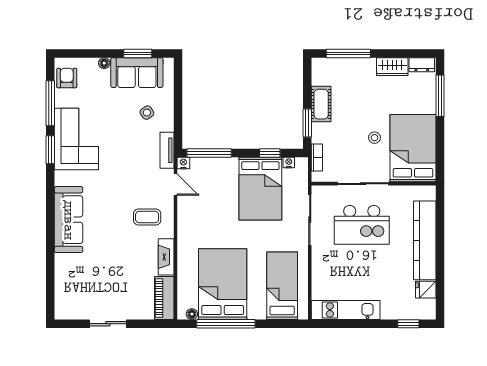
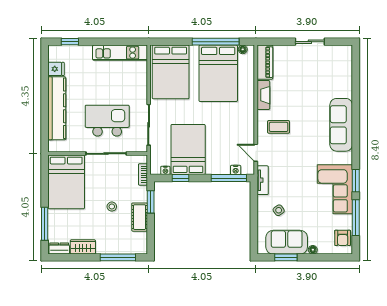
stool: (374, 138) -> (112, 207), moved
nightstand: (183, 163) -> (236, 170), moved
bed: (282, 286) -> (171, 72), width x1.50

